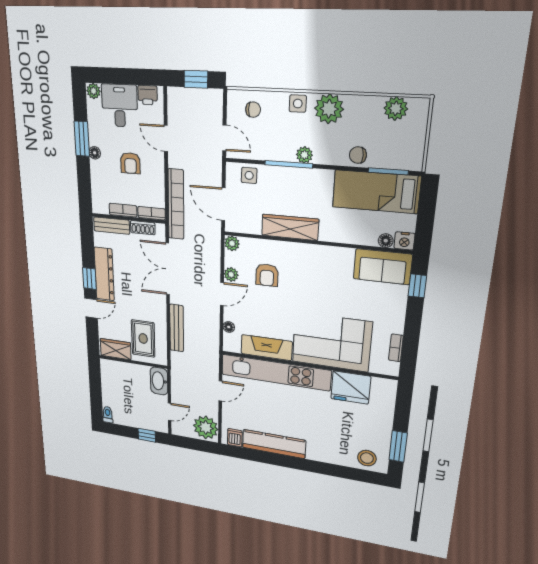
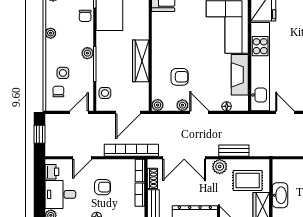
side table: (298, 104) -> (63, 73), moved
plant: (329, 109) -> (51, 33), width x0.53, depth x0.53
plant: (158, 309) -> (220, 167), added
bench: (177, 328) -> (234, 151), width x0.73
washbasin: (159, 381) -> (280, 195), moved, turned -90

